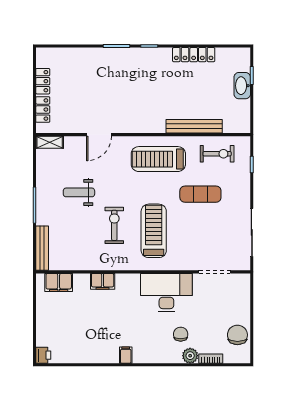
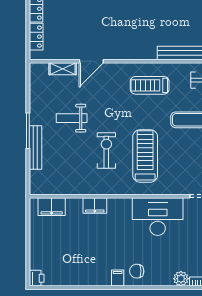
shelving: (50, 142) -> (63, 69), moved
treadmill: (158, 159) -> (150, 85), width x0.73, depth x0.73
bench: (42, 248) -> (35, 148), moved
chair: (181, 334) -> (137, 271), moved, turned -90

